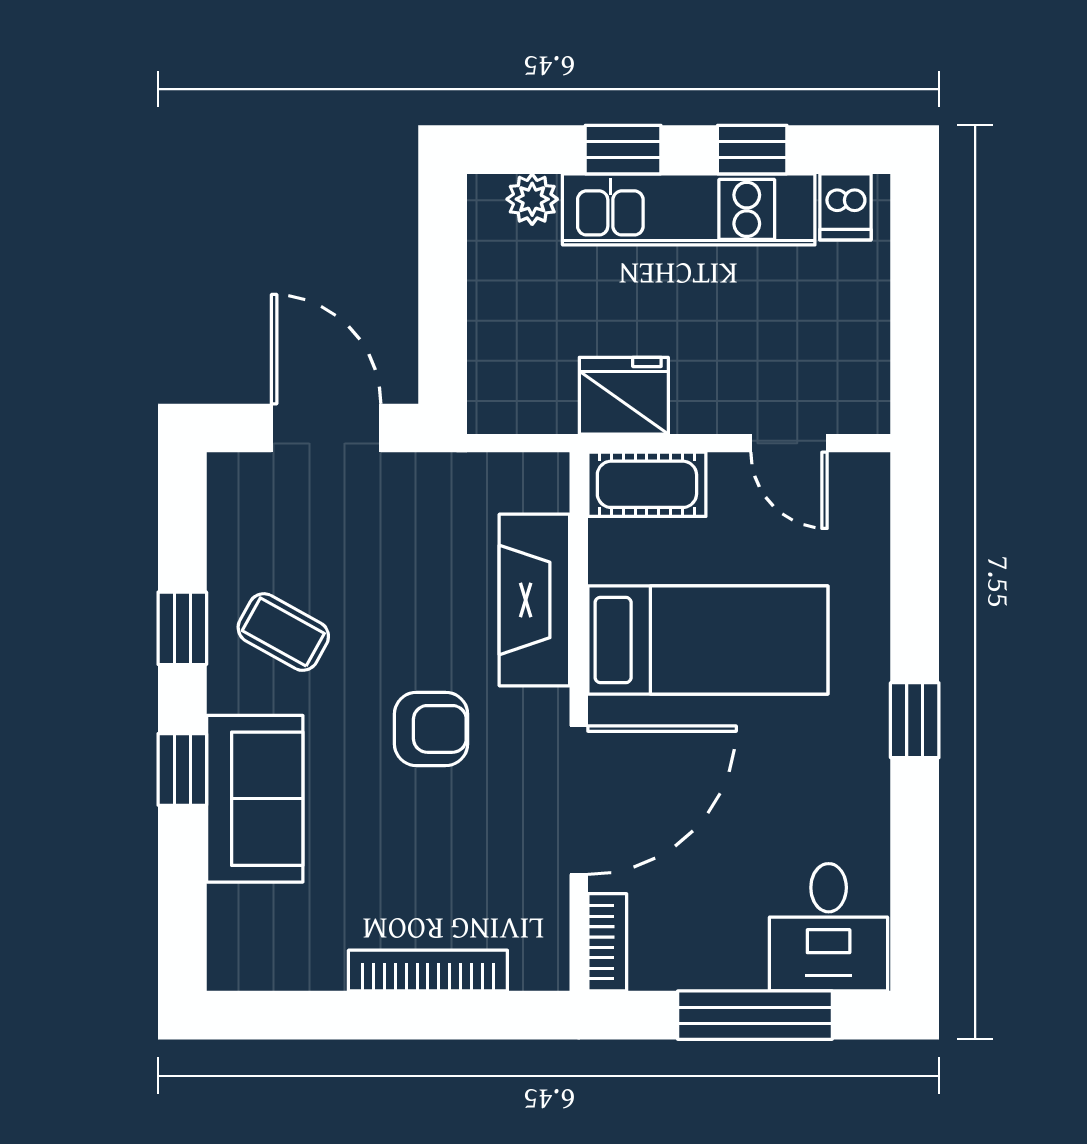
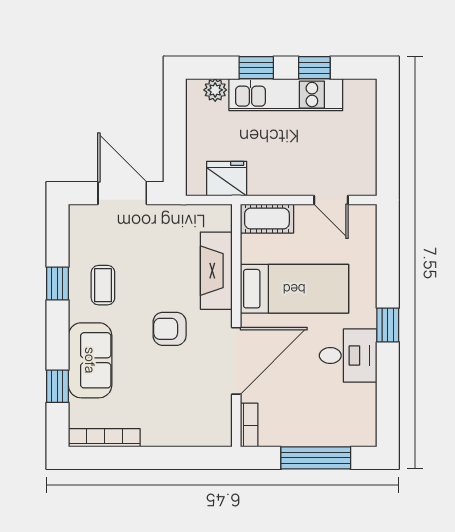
dishwasher: (845, 207) -> (356, 93), removed
fridge: (624, 396) -> (227, 179), moved
coffee table: (283, 632) -> (103, 285), turned 61
armchair: (431, 729) -> (170, 329), turned 180
window: (182, 769) -> (57, 386), moved
desk: (829, 927) -> (348, 356), moved, turned -90
bookcase: (428, 971) -> (104, 438), moved

